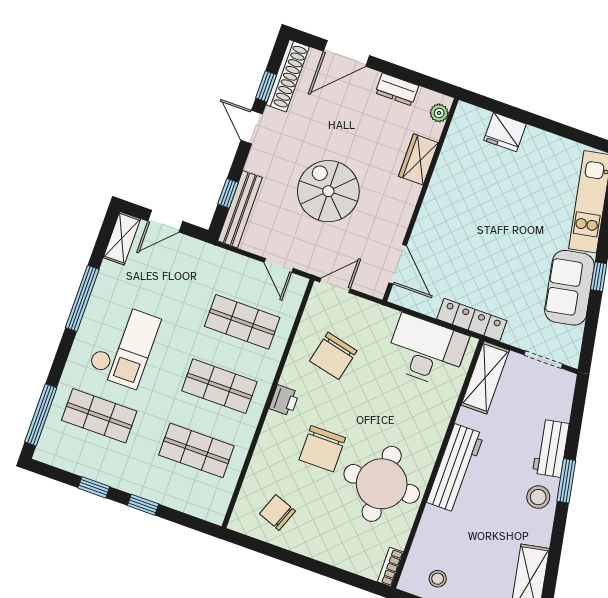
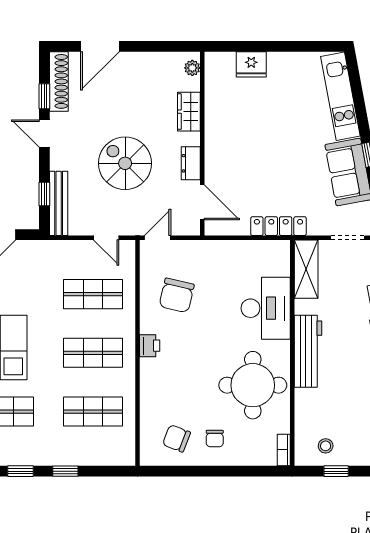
dresser: (397, 89) -> (191, 163), moved, turned 90
desk: (426, 351) -> (266, 308), moved, turned 90
chair: (322, 449) -> (215, 439), moved, width x0.54, depth x0.54

